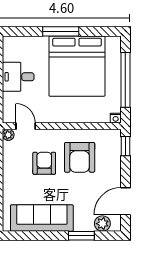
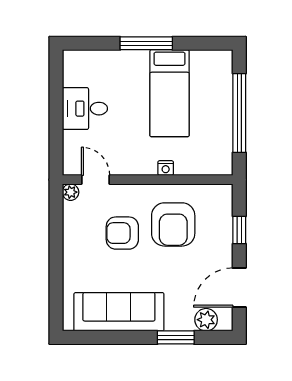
bed: (77, 66) -> (169, 93), width x0.49
nightstand: (116, 118) -> (166, 168), moved
window: (125, 146) -> (239, 230), moved
armchair: (44, 163) -> (122, 233), turned -90

